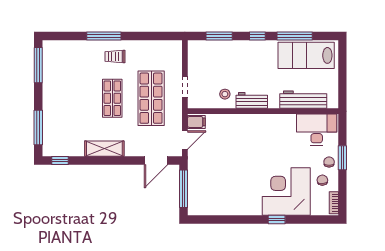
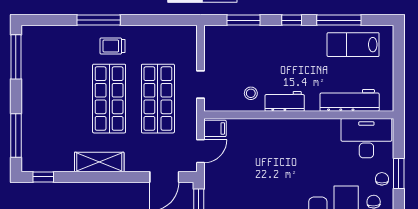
lab bench: (306, 55) -> (353, 45), width x0.73, depth x0.72
shop shelf: (112, 98) -> (109, 99), width x1.43, depth x1.36

